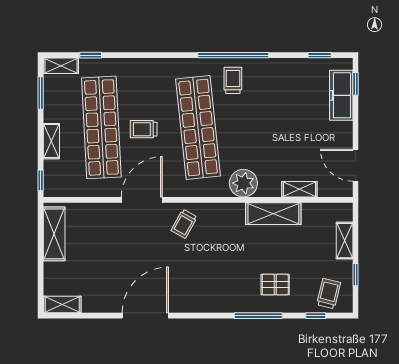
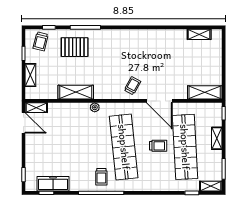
freezer: (341, 95) -> (53, 184), moved, turned -90
plant: (243, 183) -> (95, 107), width x0.53, depth x0.53
shelving: (299, 189) -> (36, 108), moved
door: (142, 200) -> (159, 101), hinge flipped
shelving: (54, 234) -> (205, 92), moved, turned 90
pallet: (275, 285) -> (75, 47), width x1.50, depth x1.42
shelving: (62, 305) -> (199, 34), moved
door: (145, 316) -> (157, 27), removed

